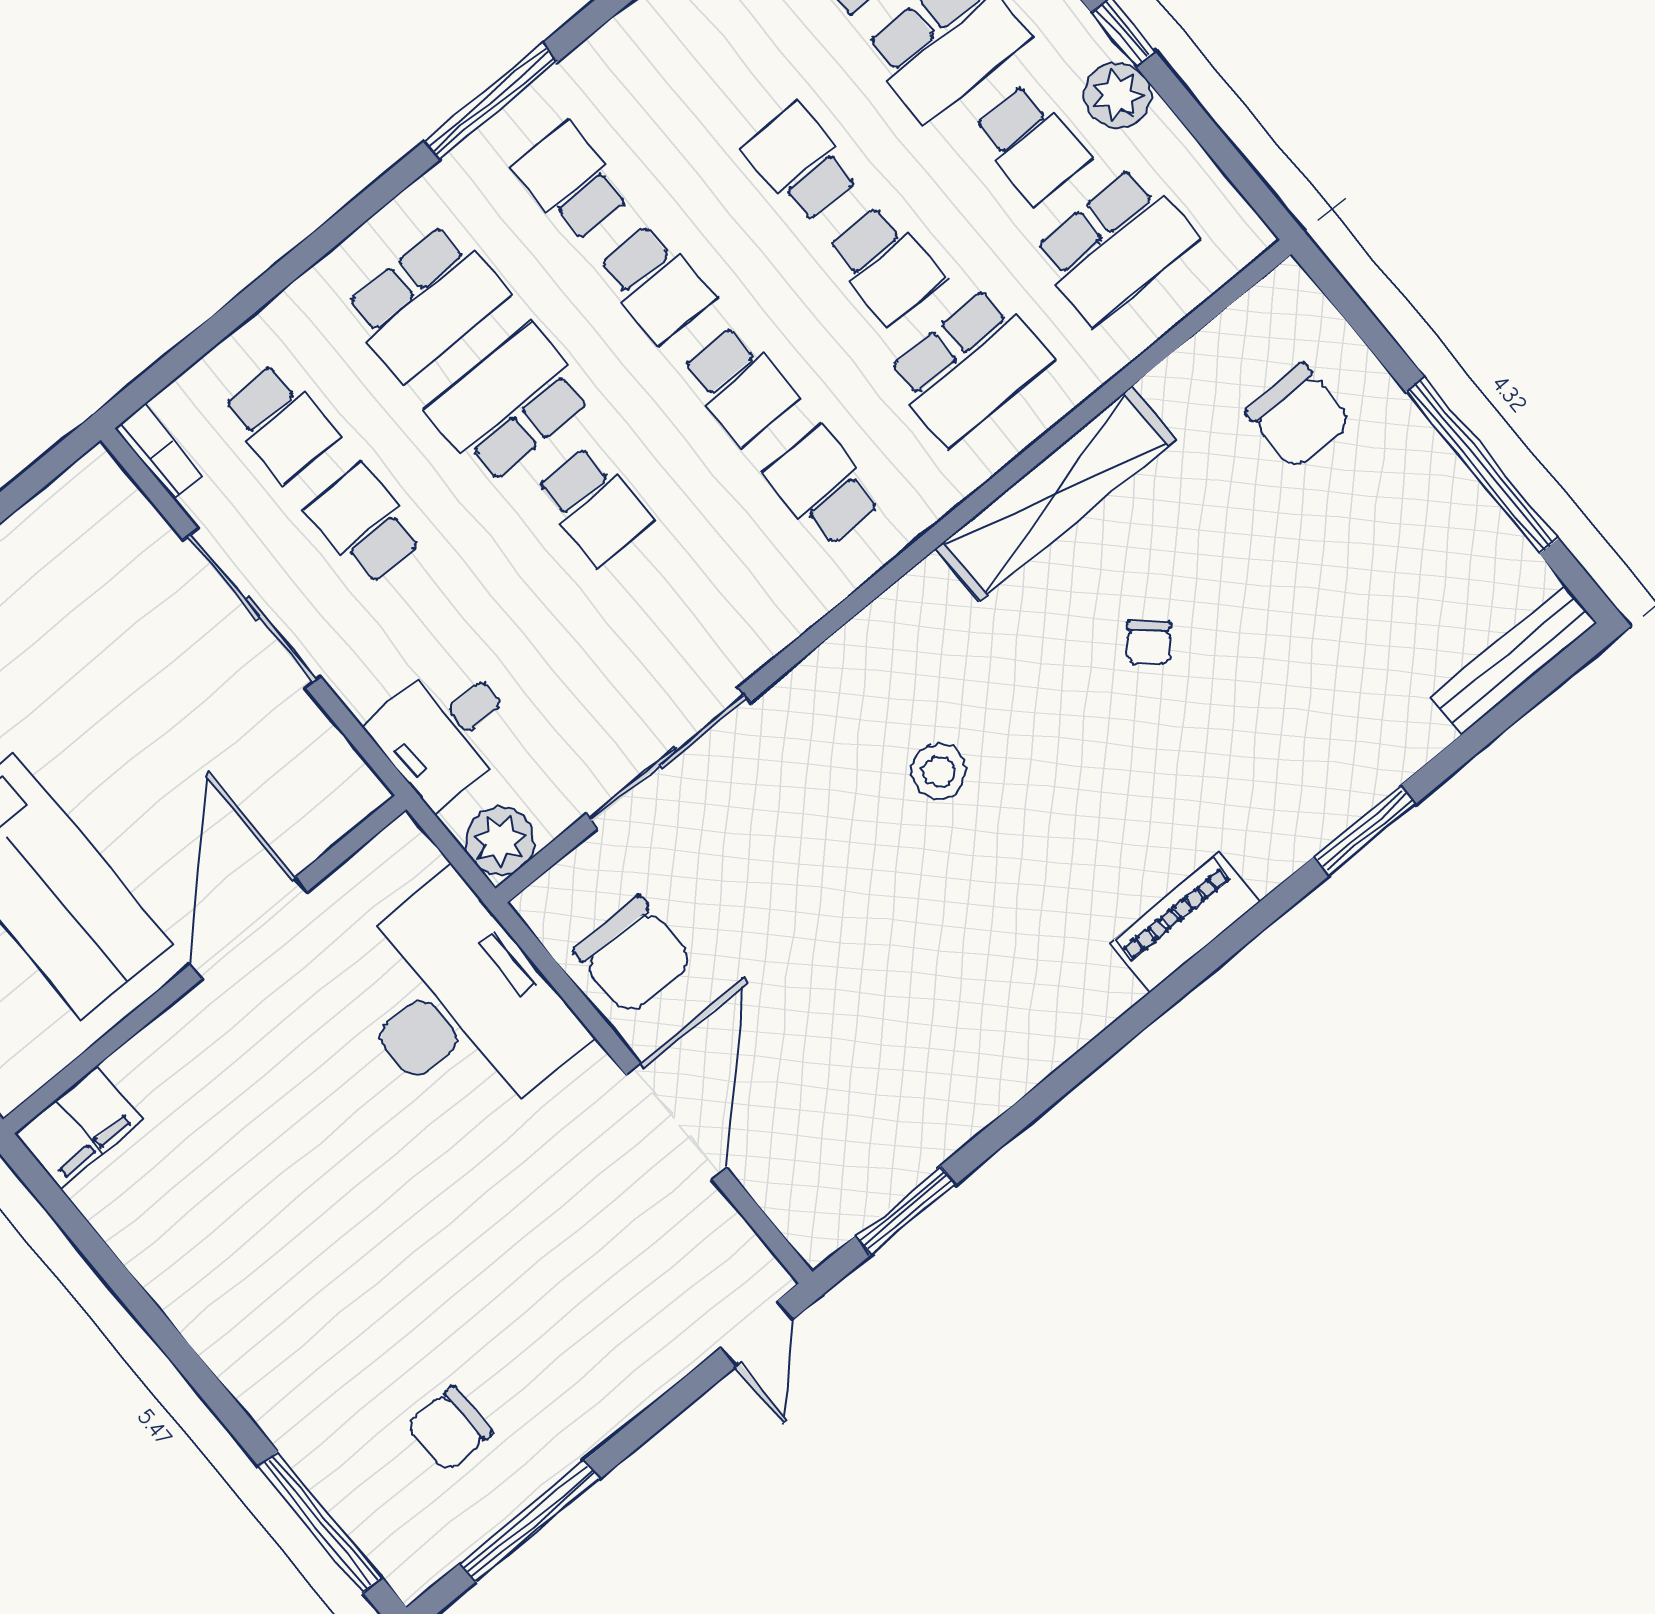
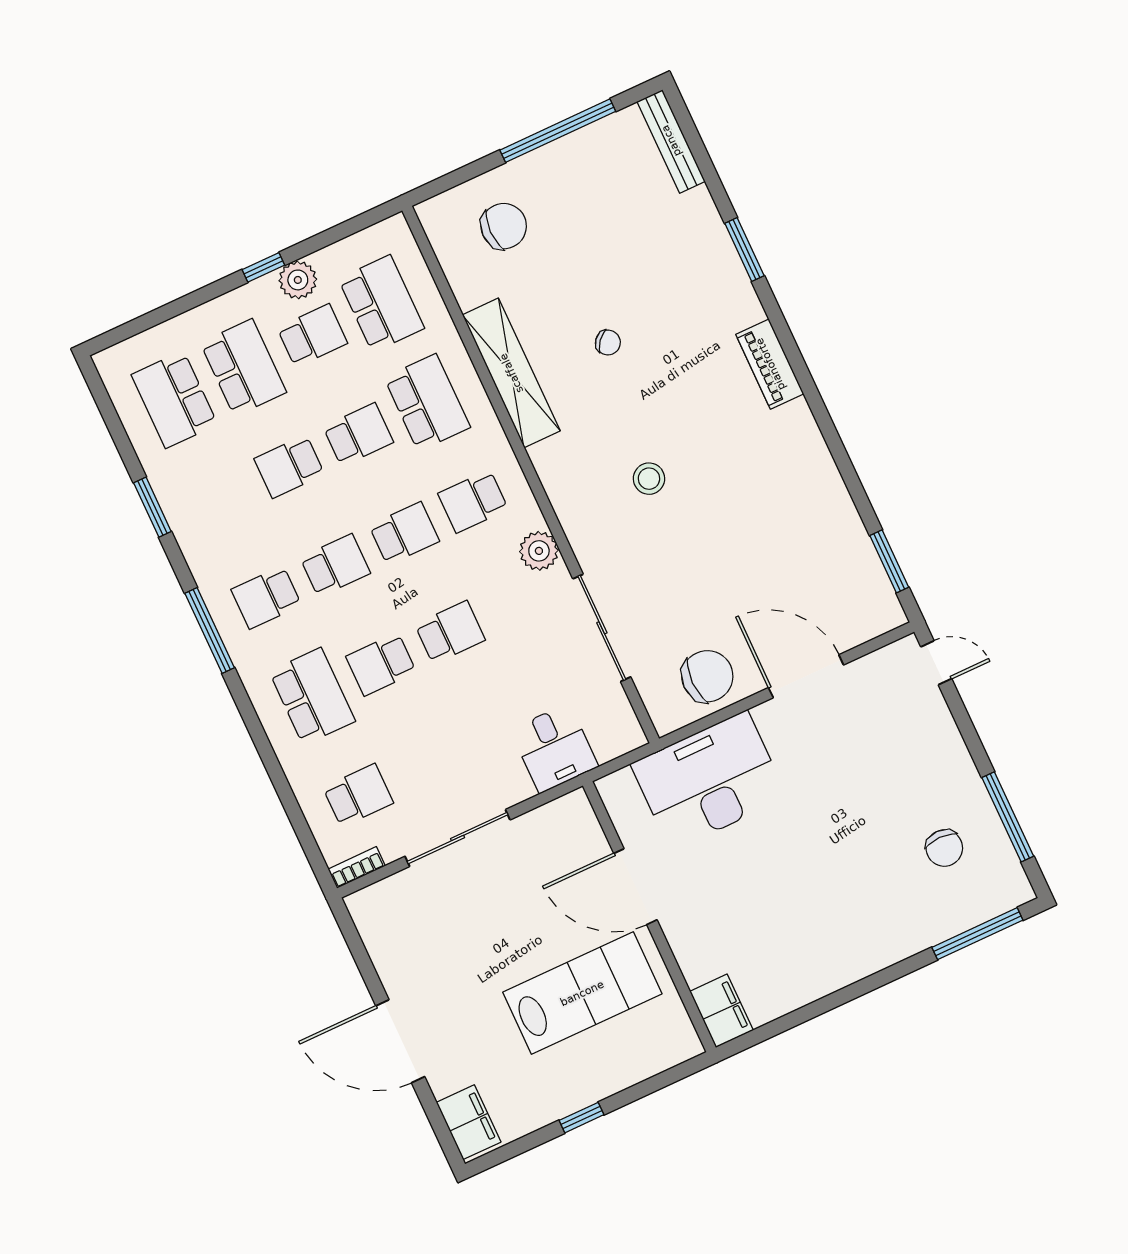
school desk: (510, 404) -> (381, 664), width x0.54
school desk: (364, 524) -> (427, 763), removed
plant: (500, 841) -> (539, 551), moved

